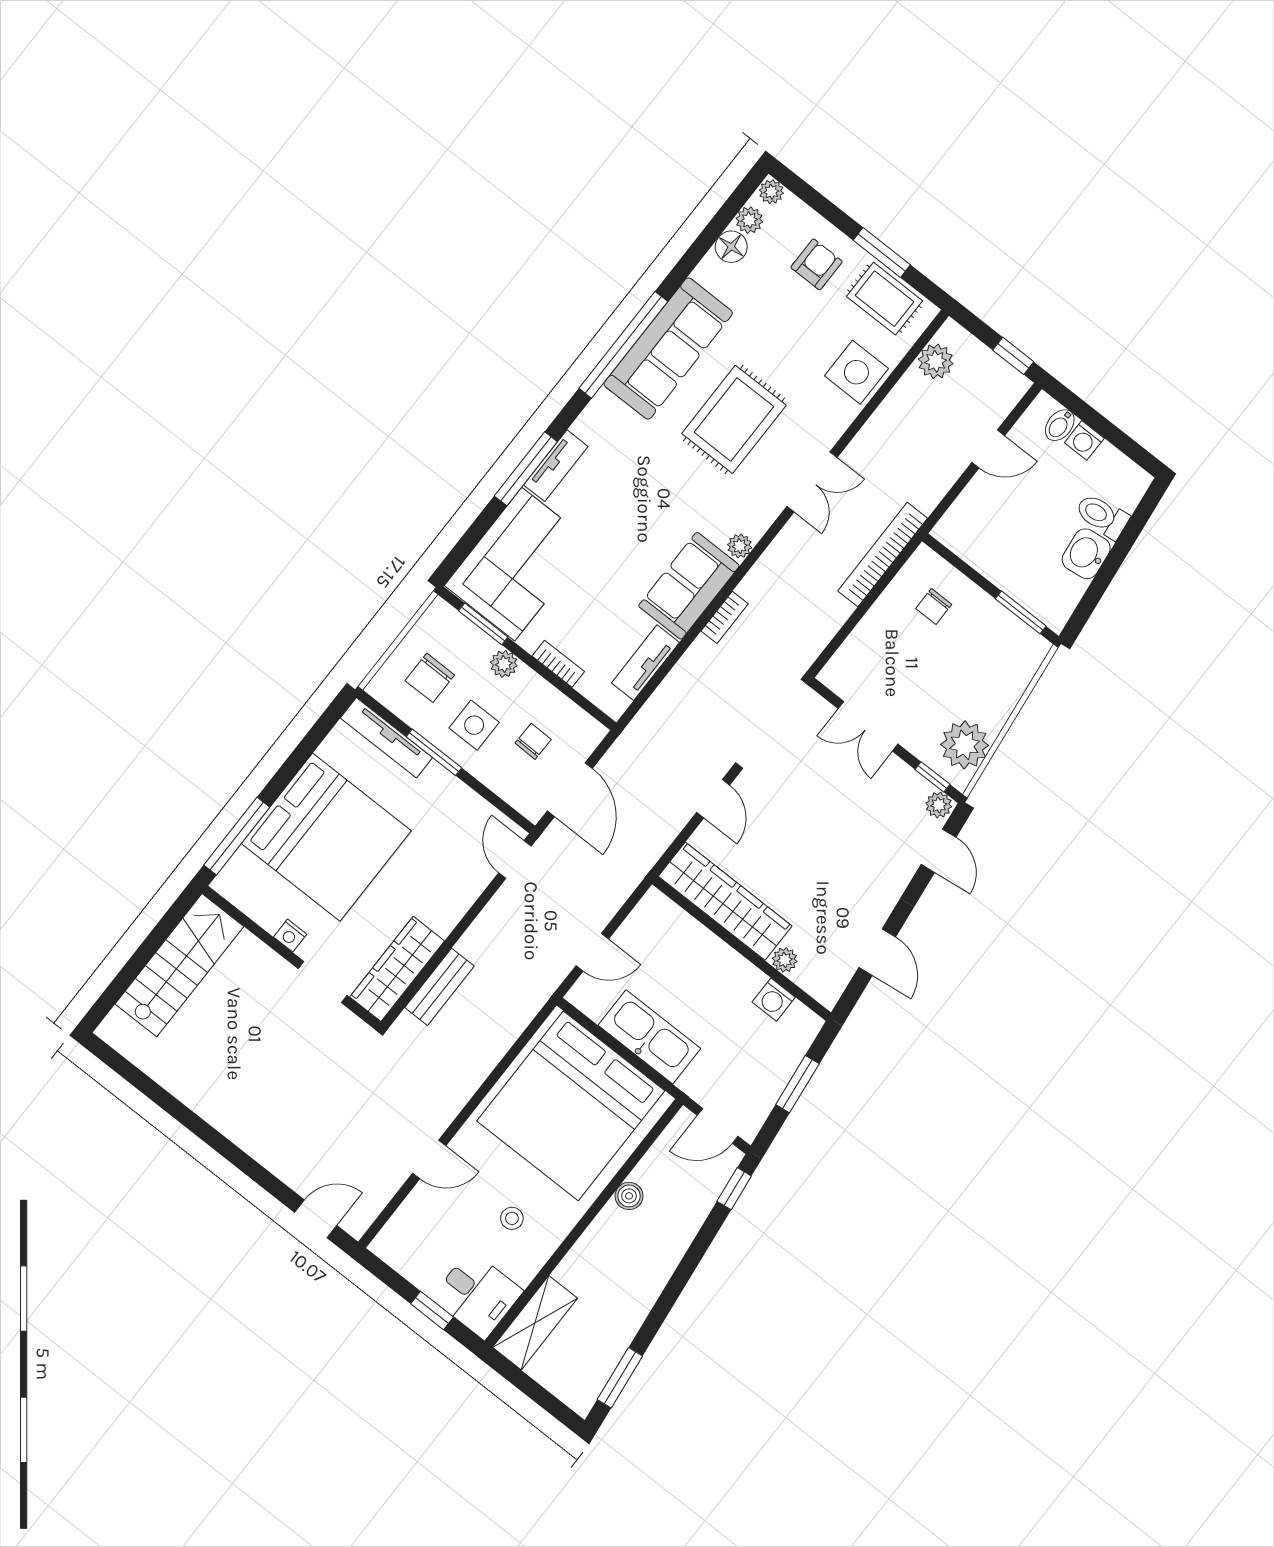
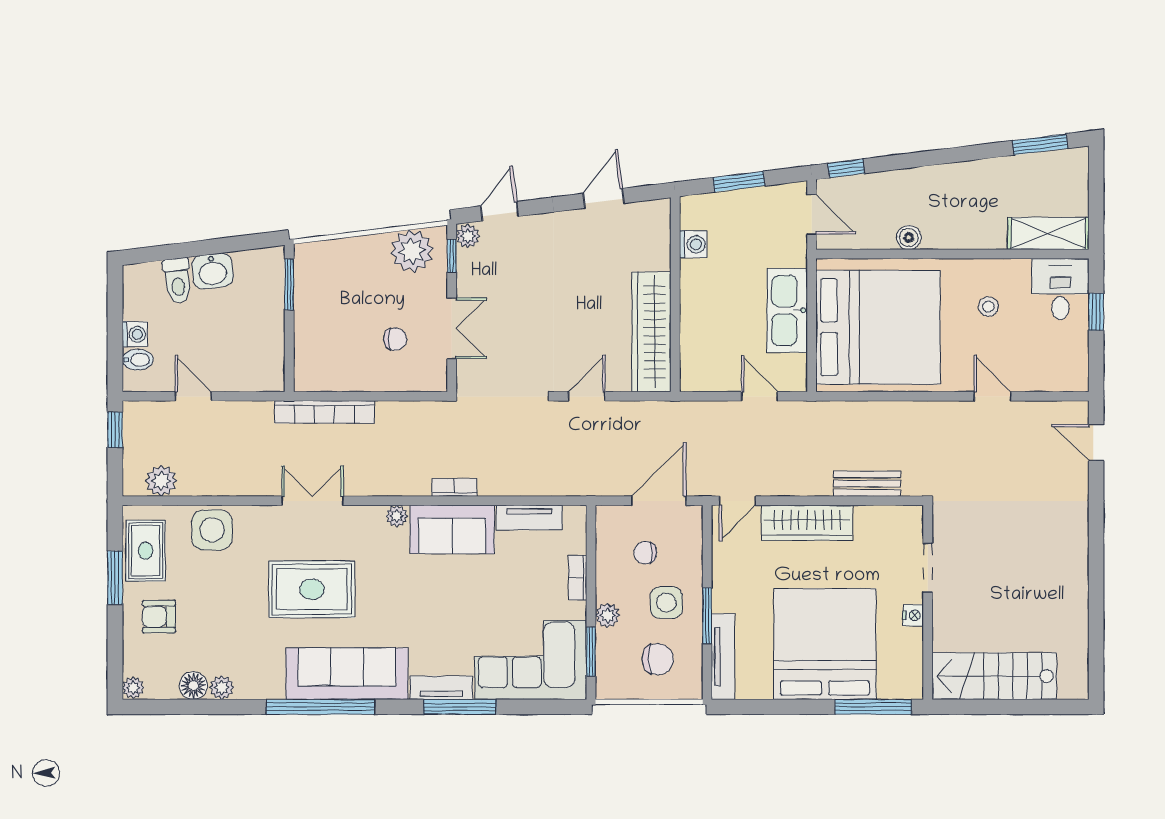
plant: (749, 220) -> (222, 688), moved
sofa: (668, 349) -> (347, 674), moved
chair: (934, 606) -> (395, 339), moved
plant: (785, 960) -> (660, 258), removed
wardrobe: (397, 969) -> (807, 523), moved

